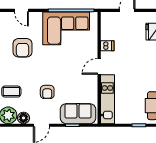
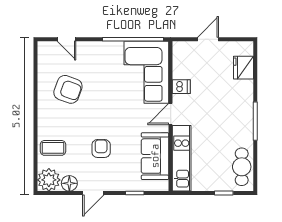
corner sofa: (66, 28) -> (146, 72), moved, turned 90
armchair: (23, 48) -> (68, 89), turned -70
armchair: (47, 92) -> (101, 149), turned 180
sofa: (78, 114) -> (155, 156), moved, turned -90

